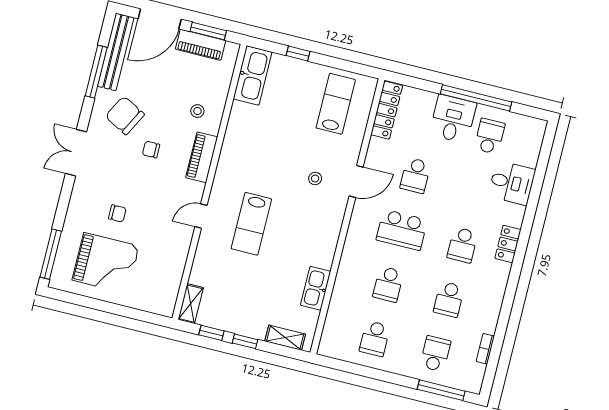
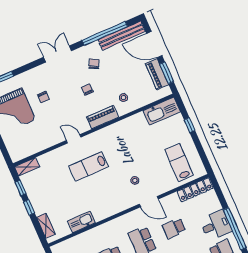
window: (96, 72) -> (105, 33), width x1.46
lab bench: (336, 104) -> (179, 162), turned -90
chair: (125, 115) -> (94, 64), width x0.54, depth x0.54

